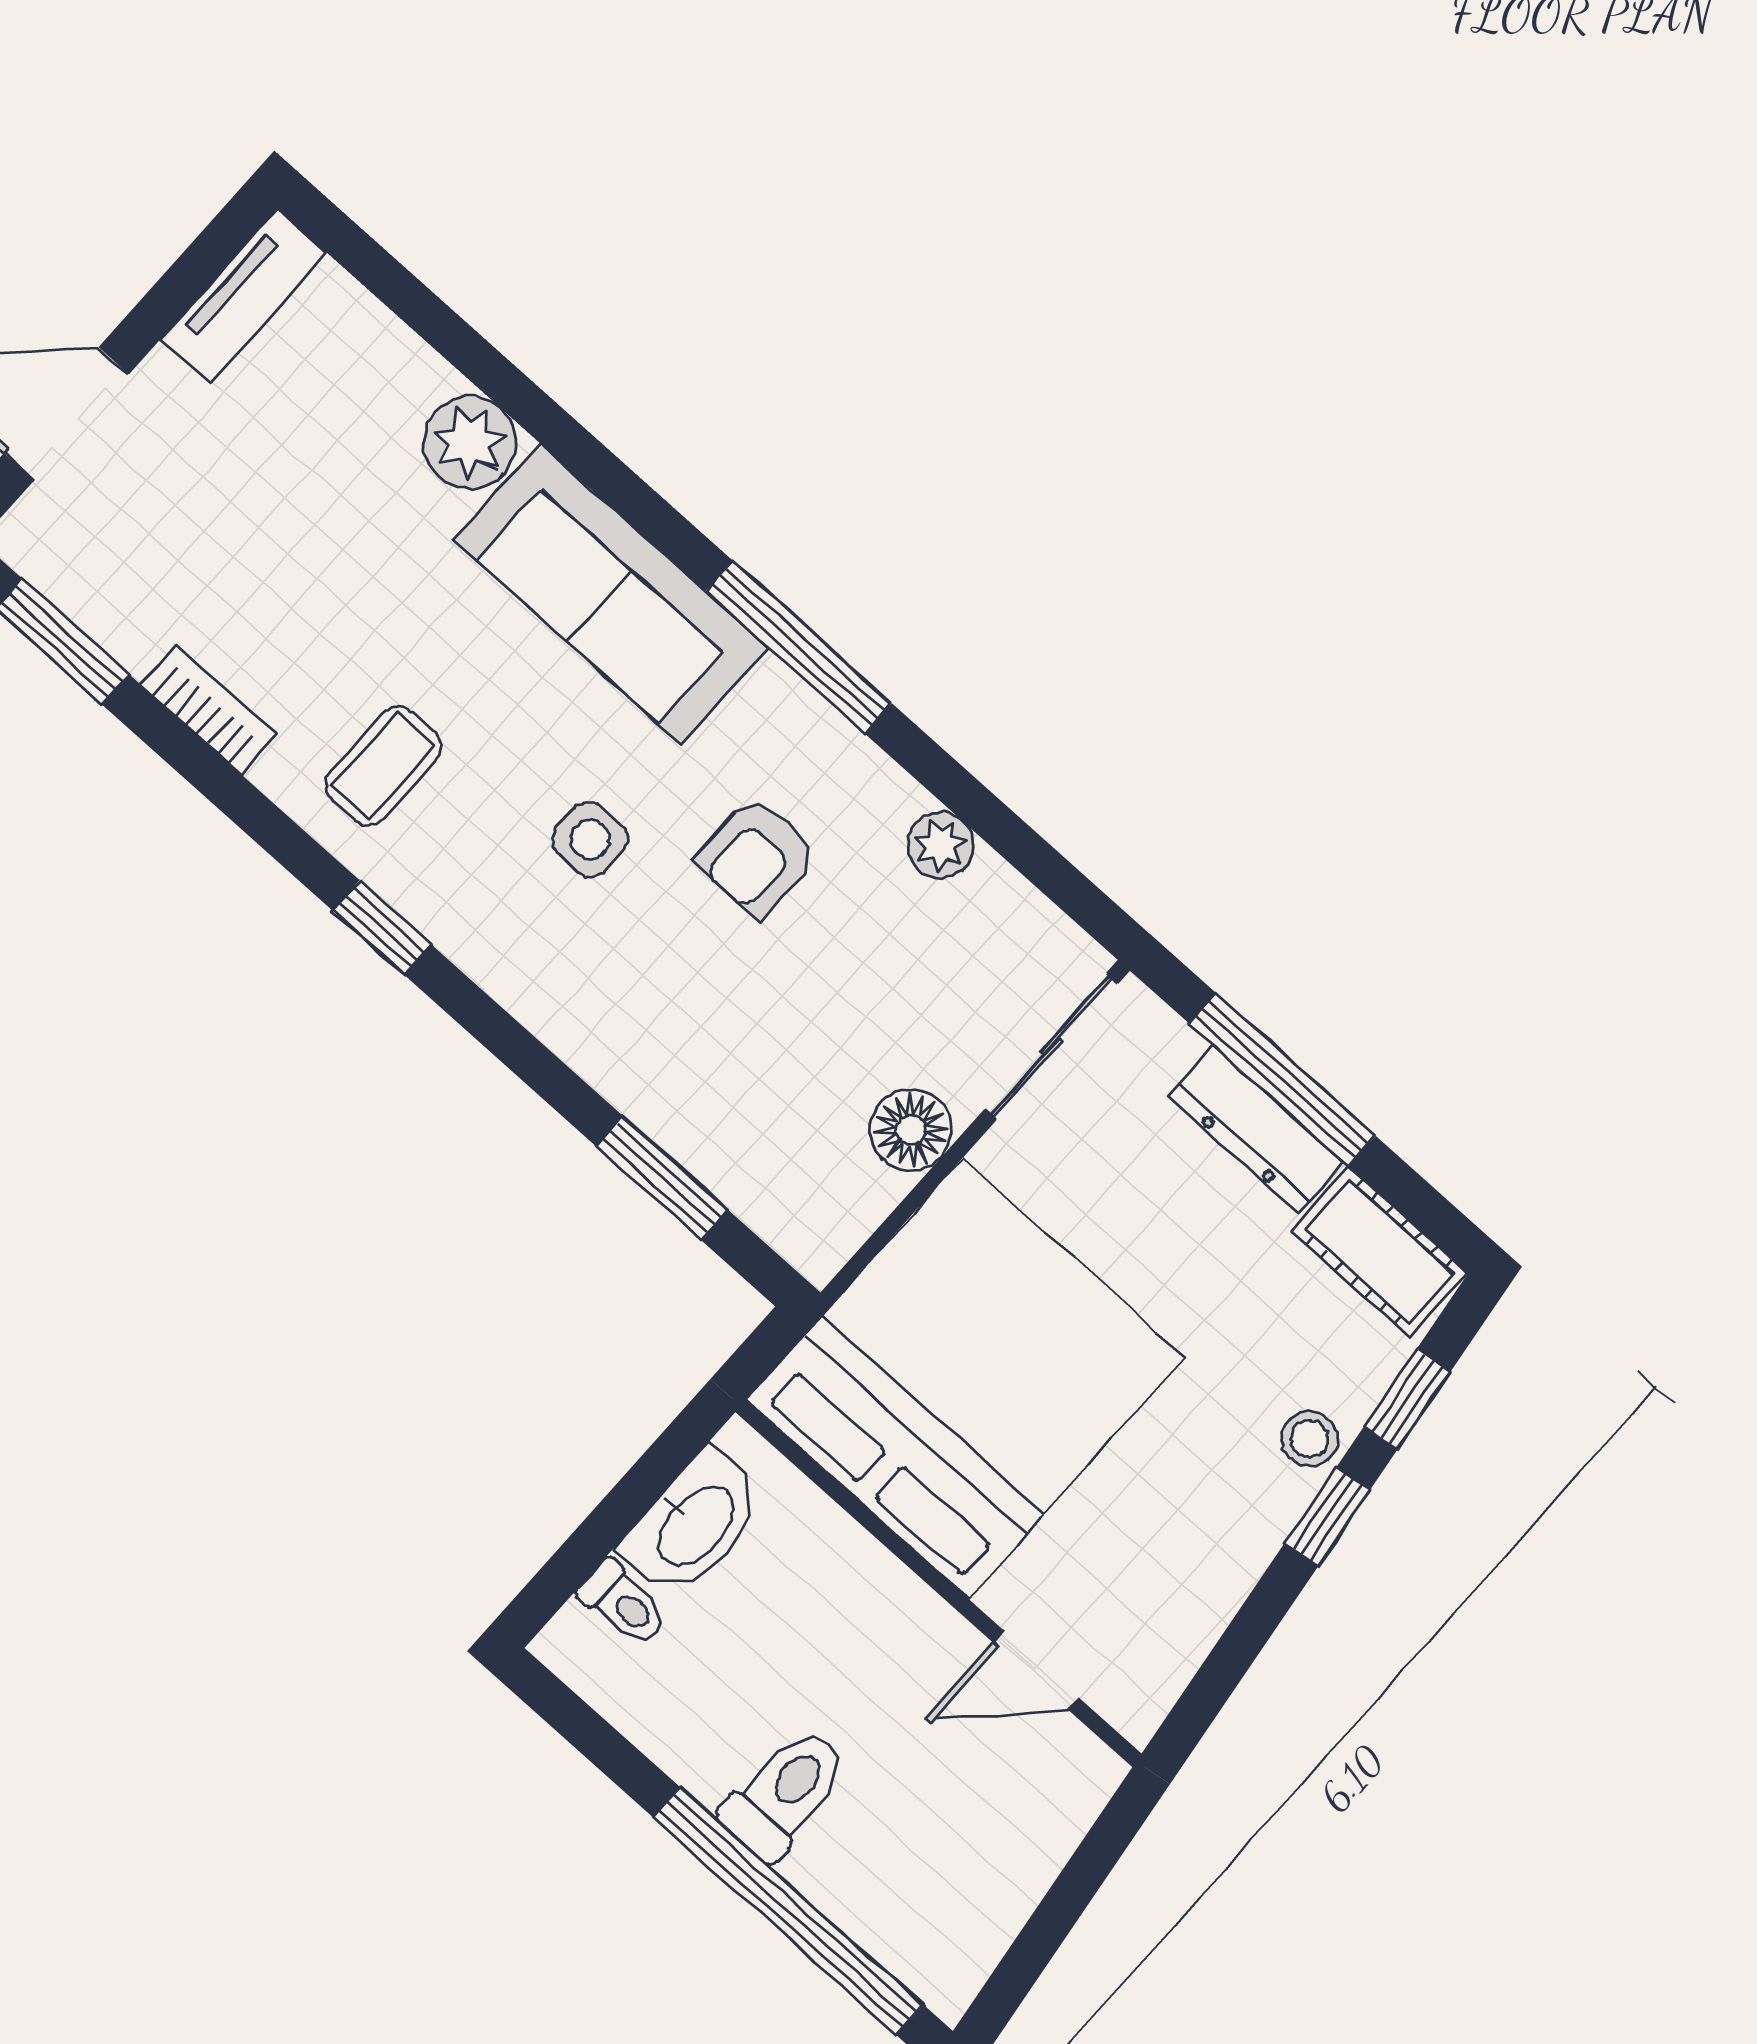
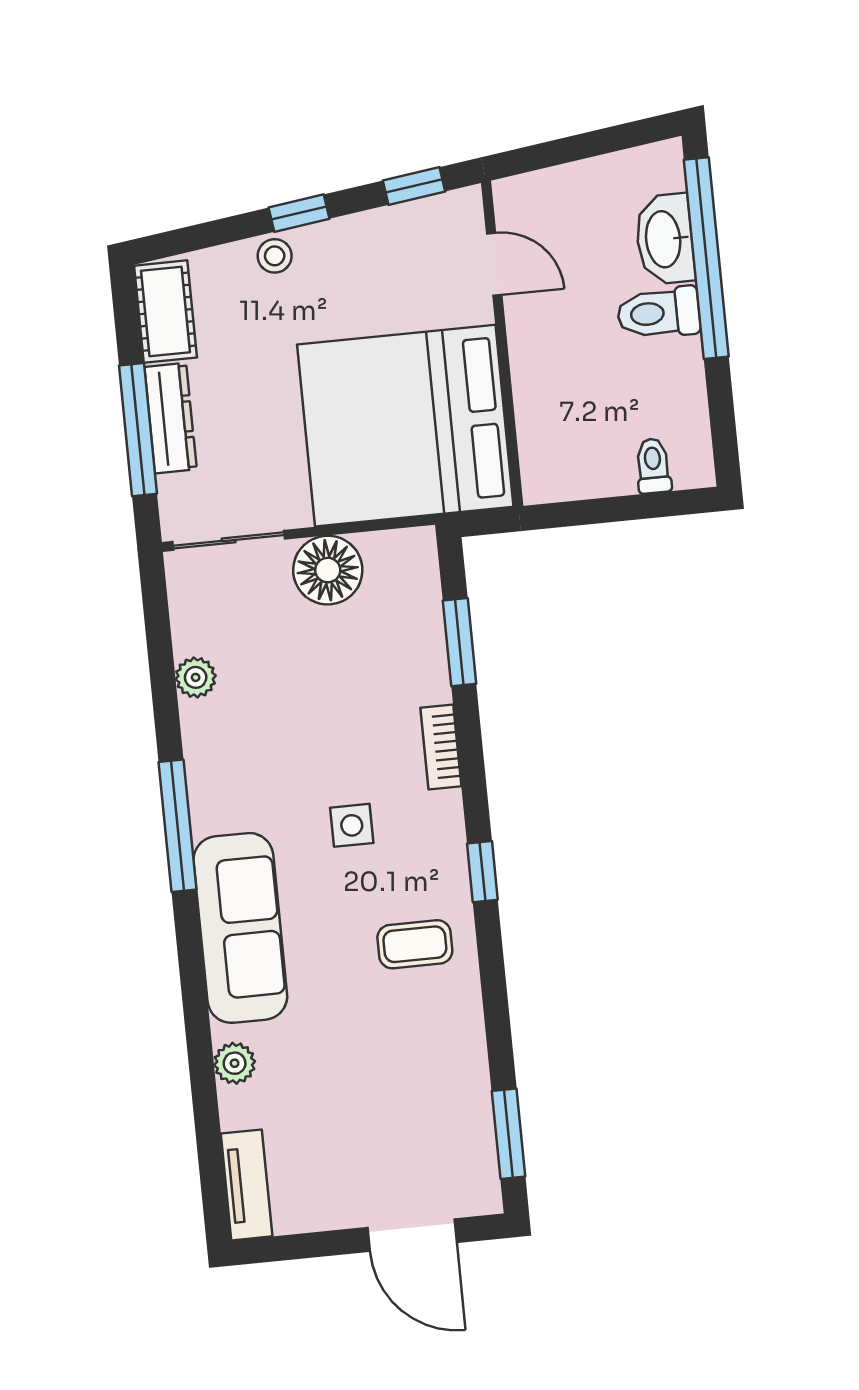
tv unit: (244, 296) -> (247, 1185), moved, turned 90
plant: (470, 442) -> (235, 1063), width x0.73, depth x0.73
bookcase: (209, 710) -> (441, 747), moved
armchair: (756, 857) -> (283, 749), removed
floor lamp: (911, 1130) -> (328, 570), width x1.38, depth x1.38
window: (1407, 1399) -> (414, 186), moved
washbasin: (694, 1524) -> (665, 239), moved, turned -90

